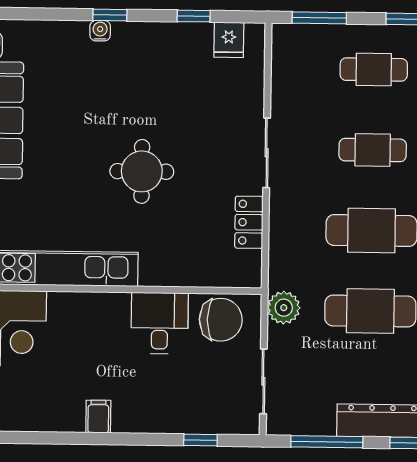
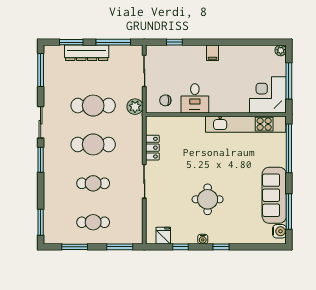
water cooler: (100, 31) -> (203, 239), moved
round table: (142, 171) -> (208, 199), moved
chair: (221, 320) -> (165, 100), width x0.54, depth x0.54
filing cabinet: (98, 417) -> (212, 53), moved

